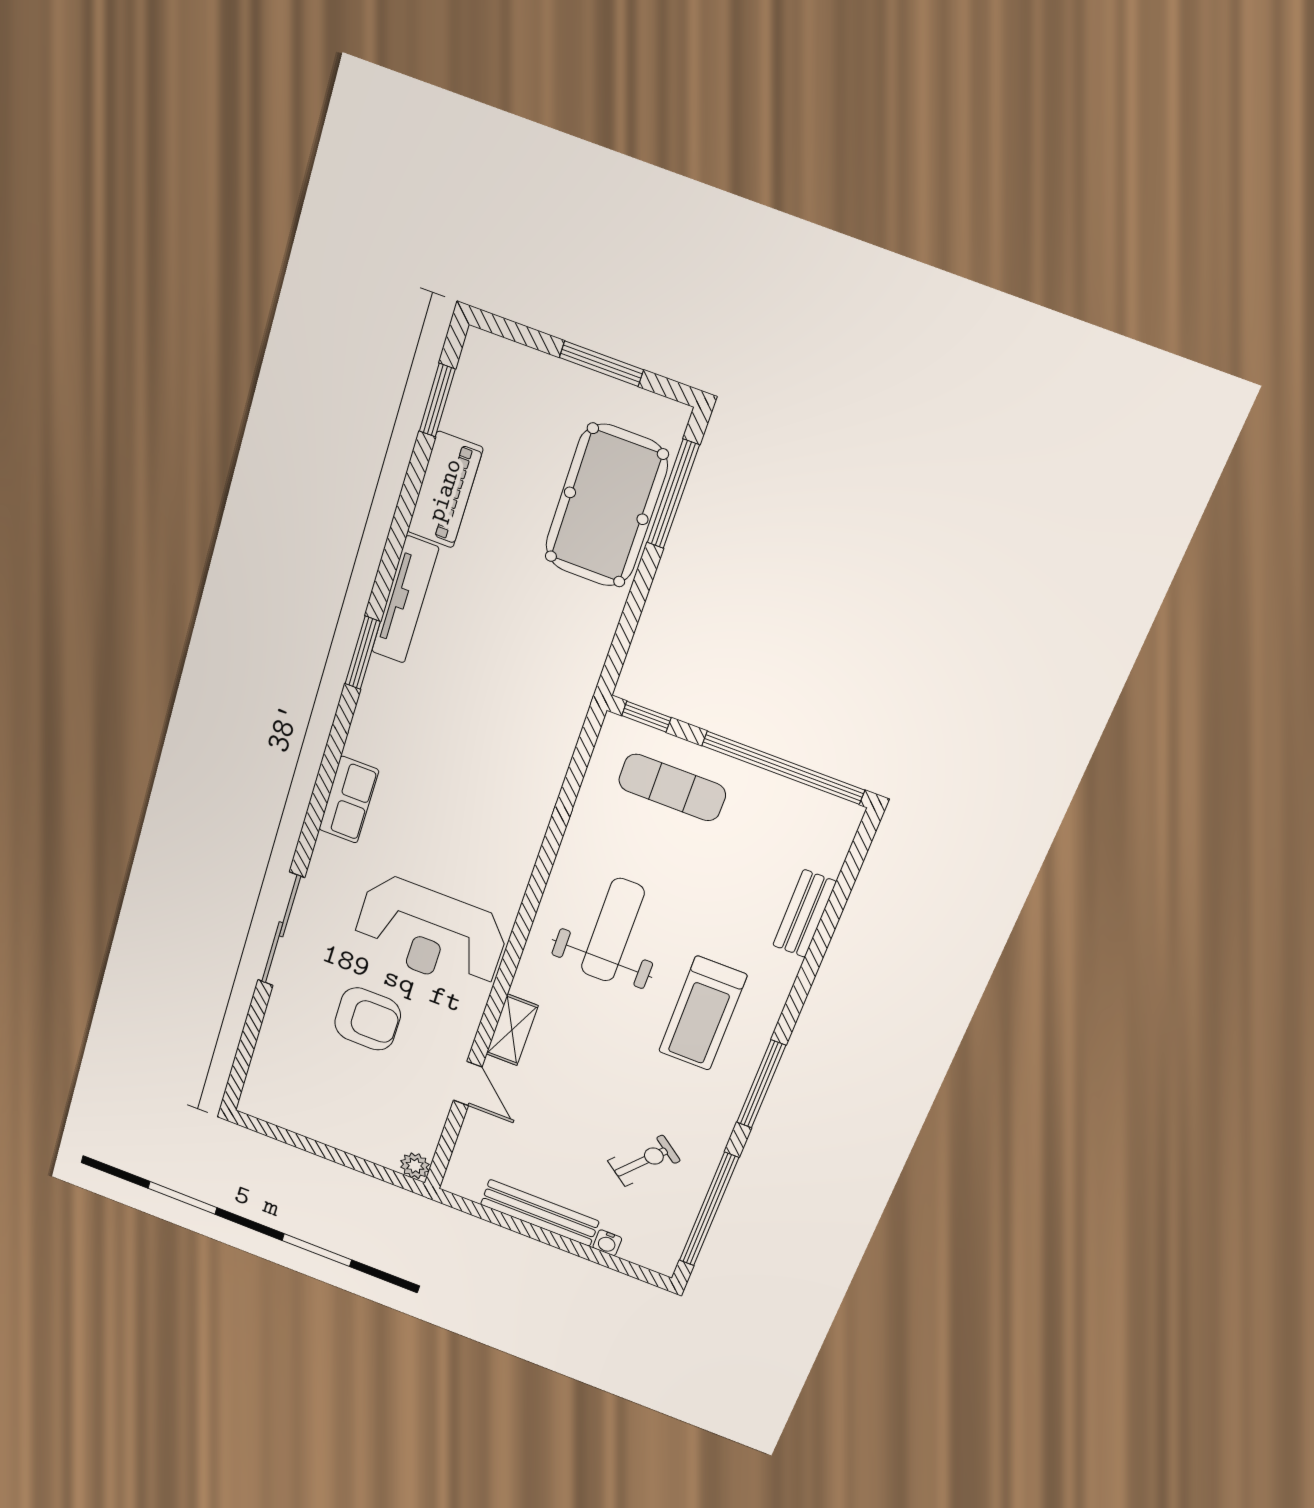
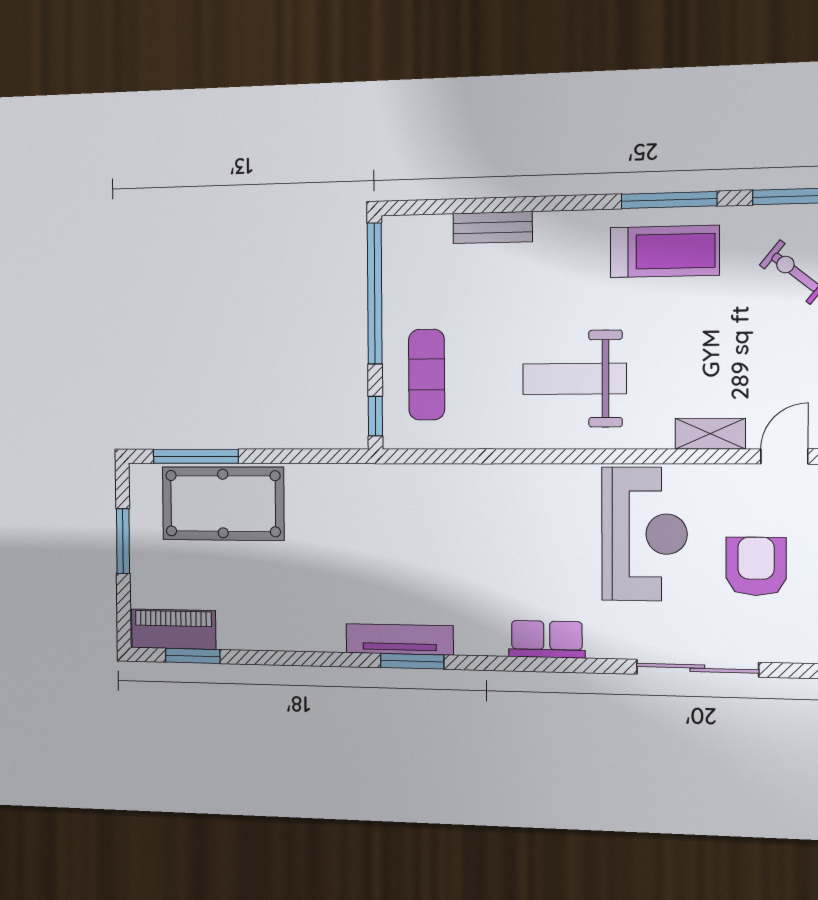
piano: (445, 490) -> (174, 629), moved
tv unit: (405, 600) -> (400, 639), moved
treadmill: (703, 1013) -> (665, 251), moved

